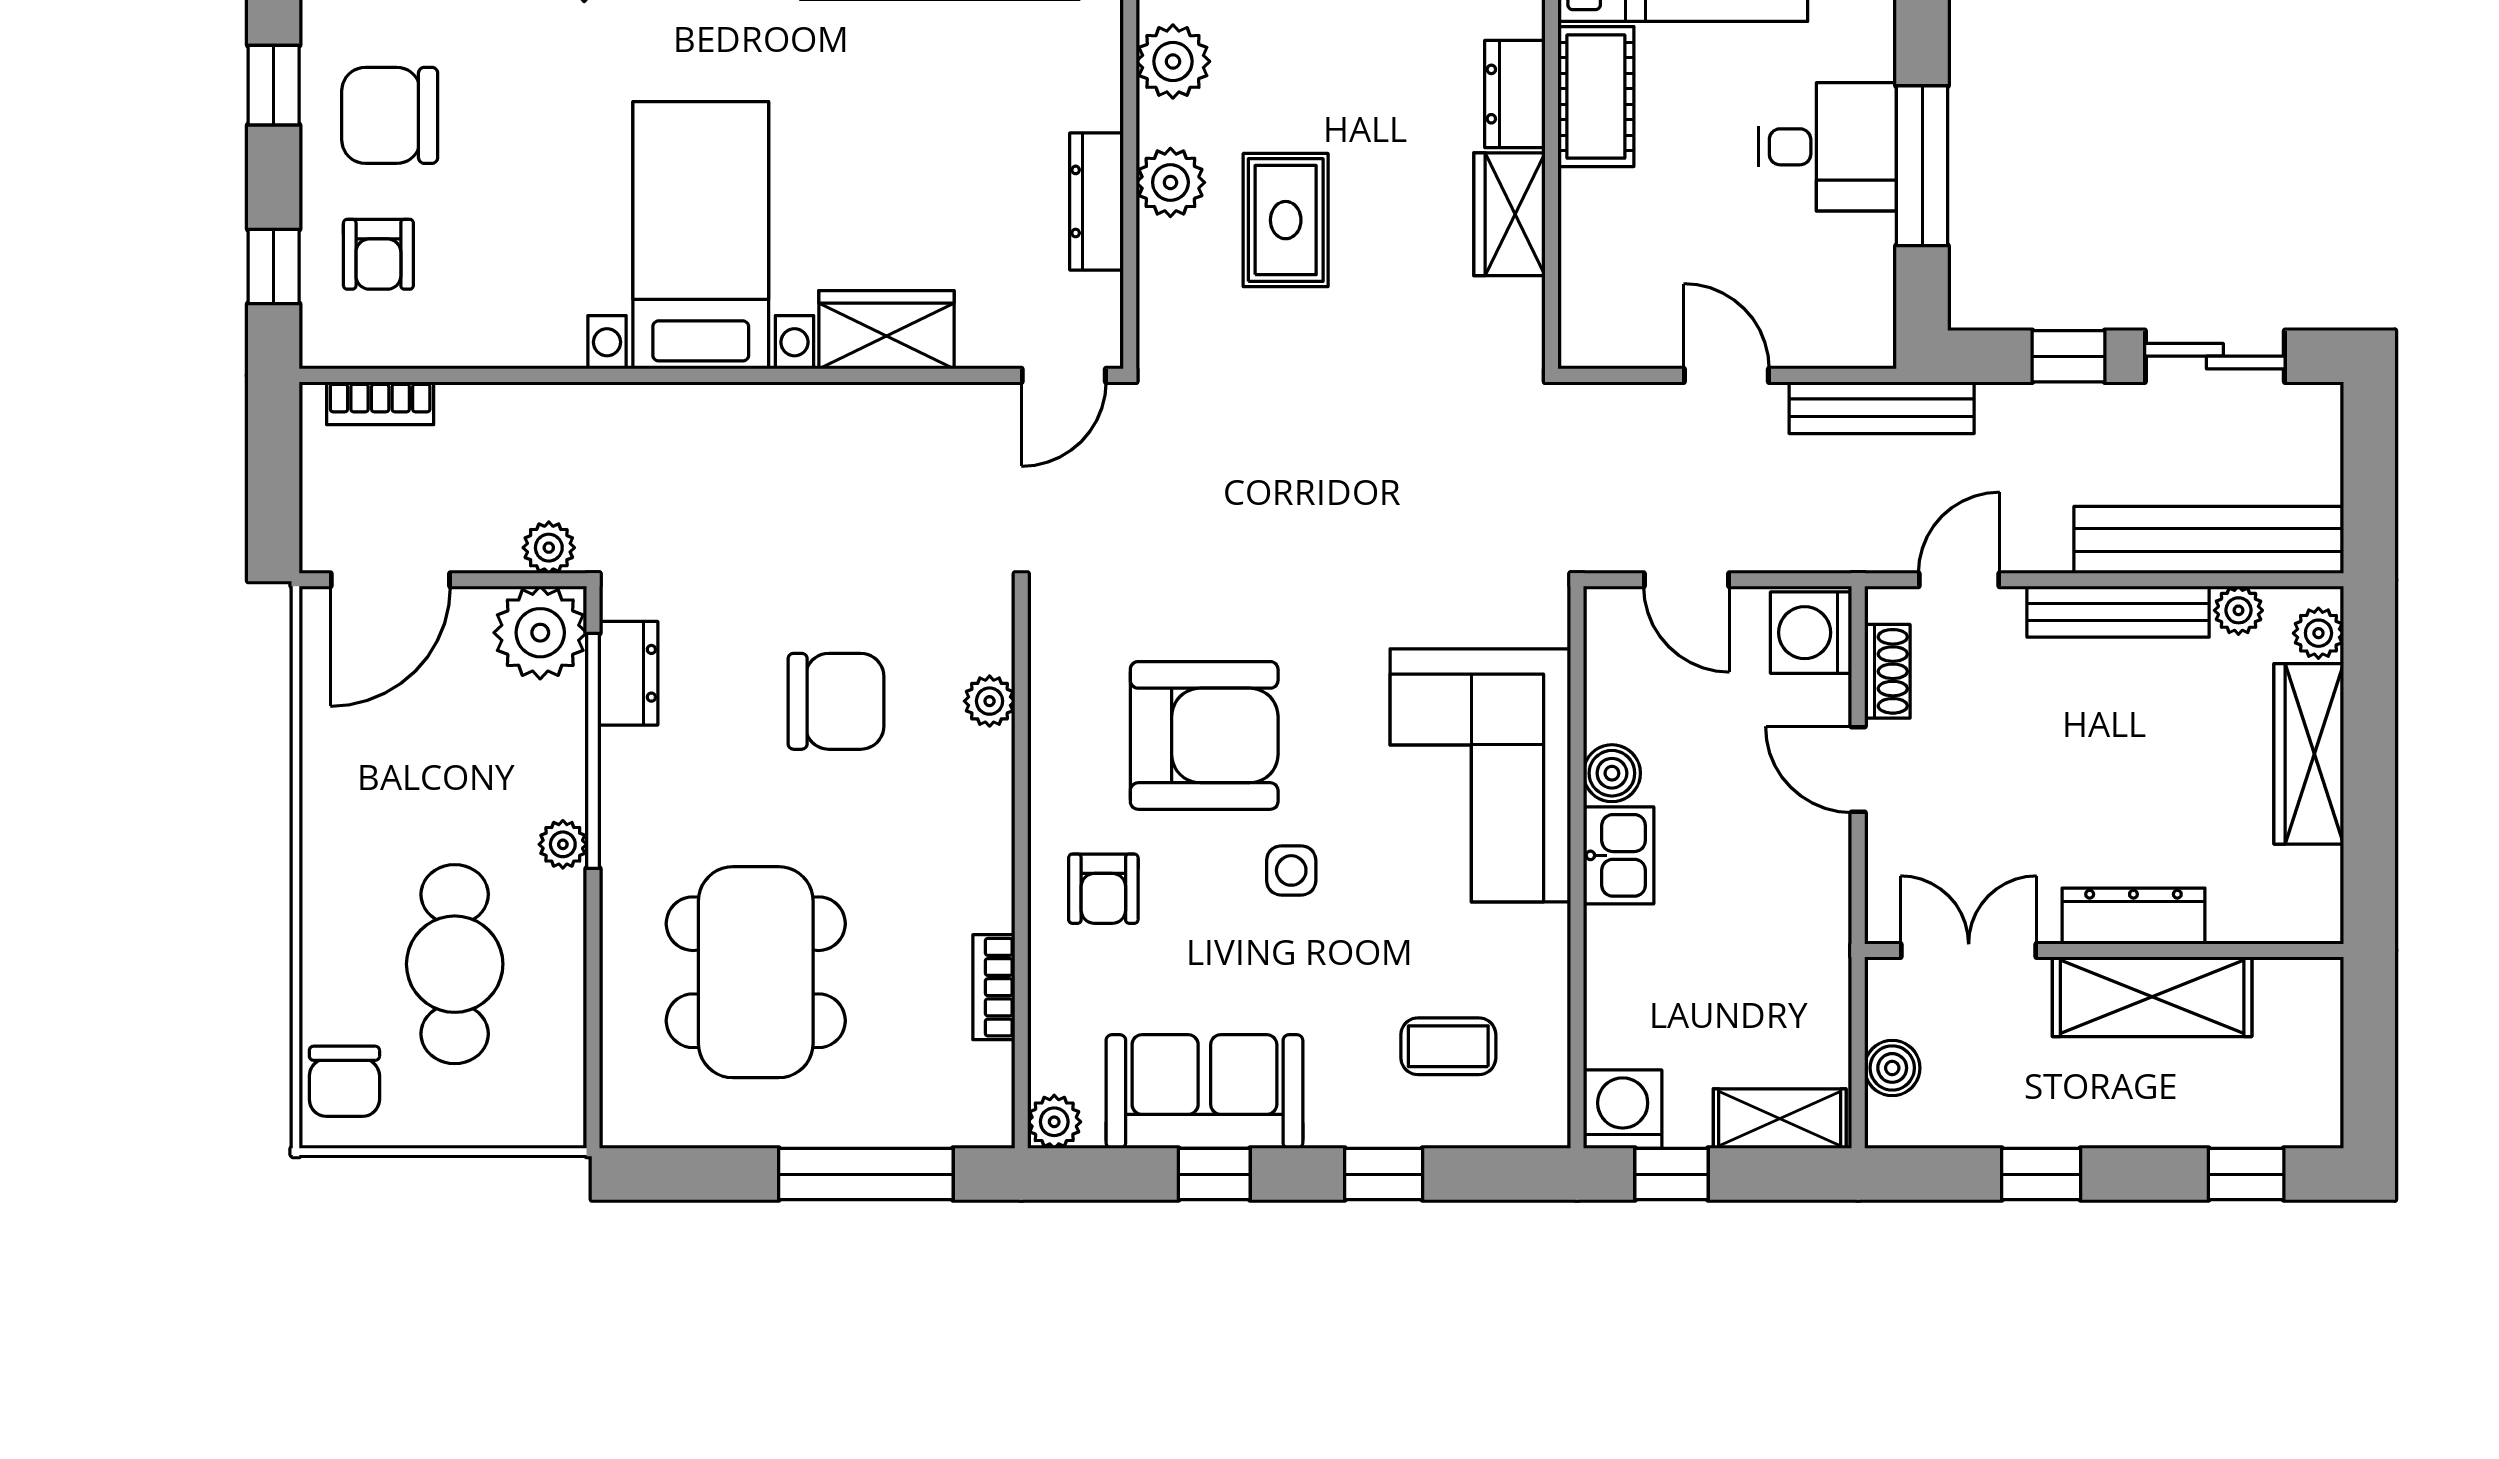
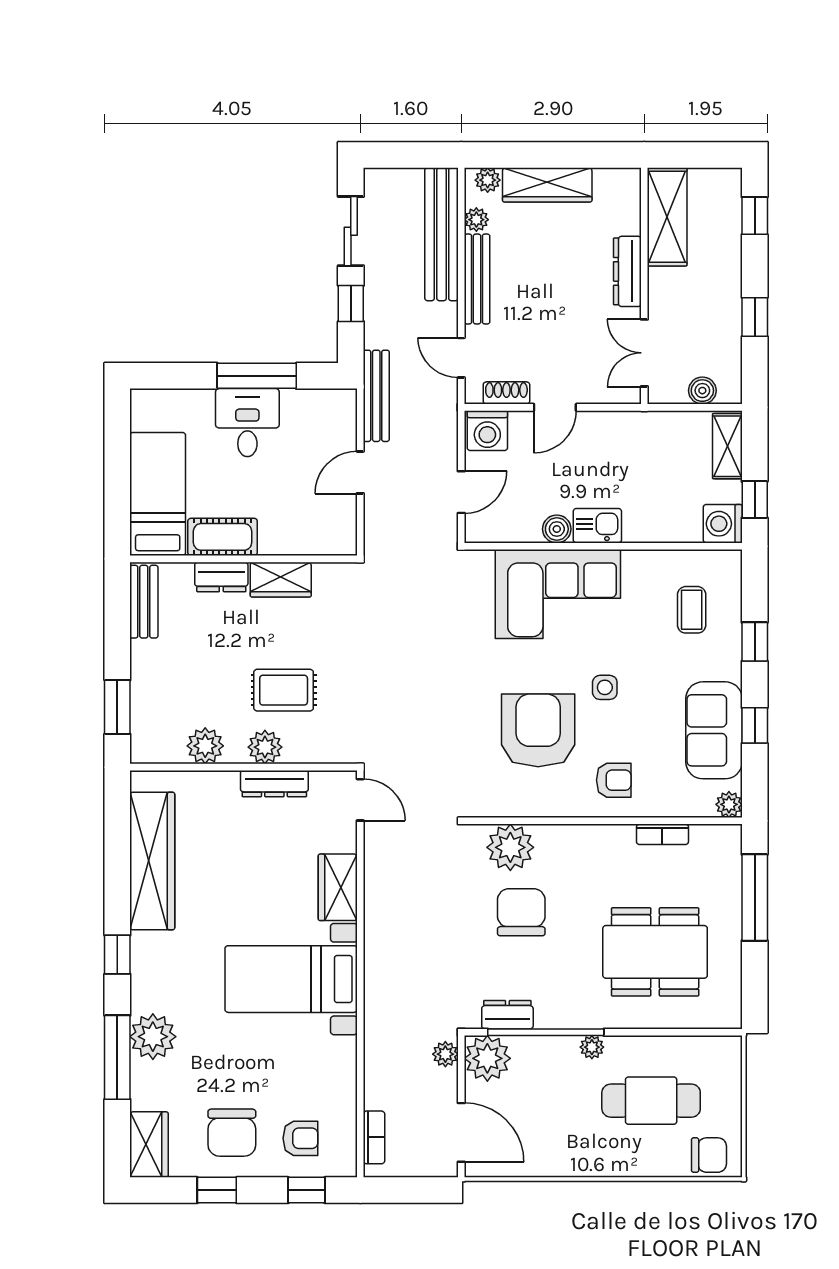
plant: (990, 701) -> (510, 847), width x1.88, depth x1.88
shelving: (2152, 997) -> (667, 217), moved

